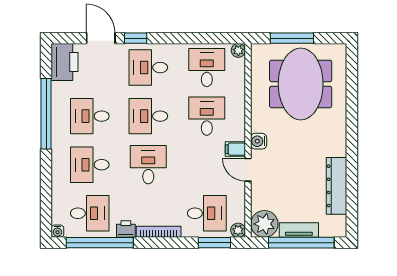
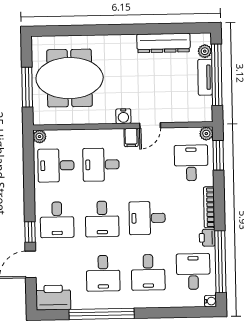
plant: (264, 224) -> (205, 51), moved, width x0.53, depth x0.53

